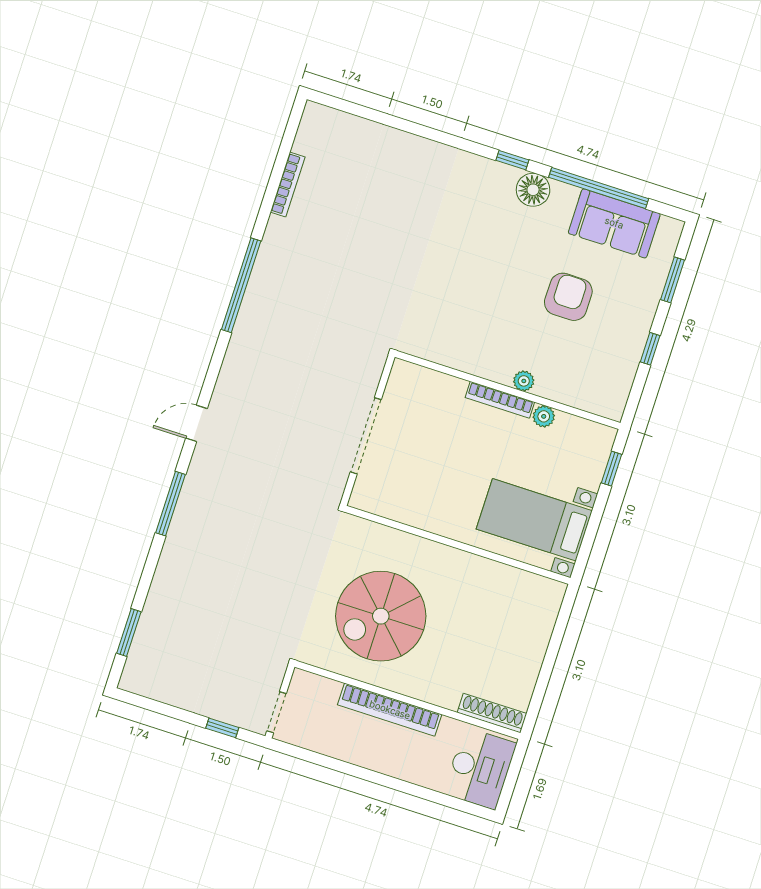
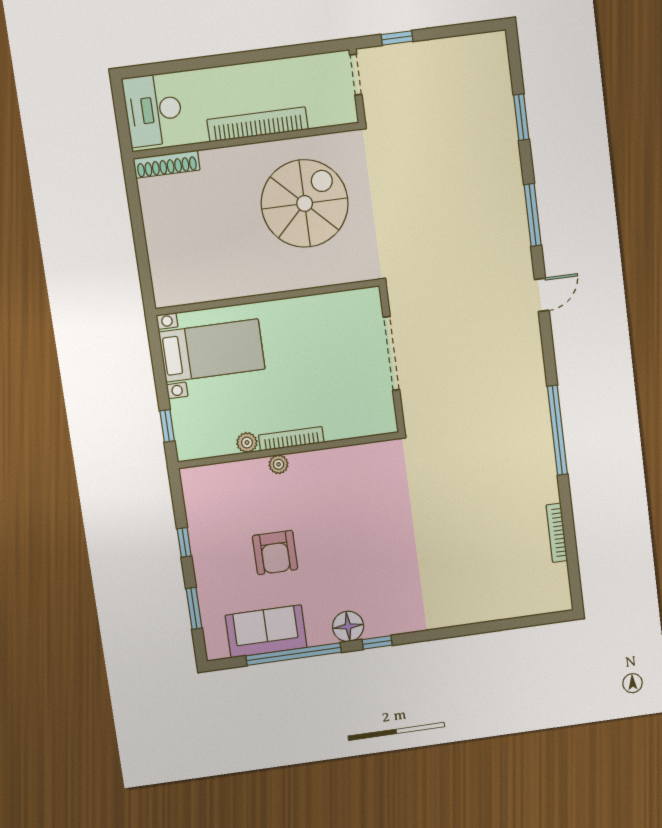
window: (129, 632) -> (521, 117), moved

